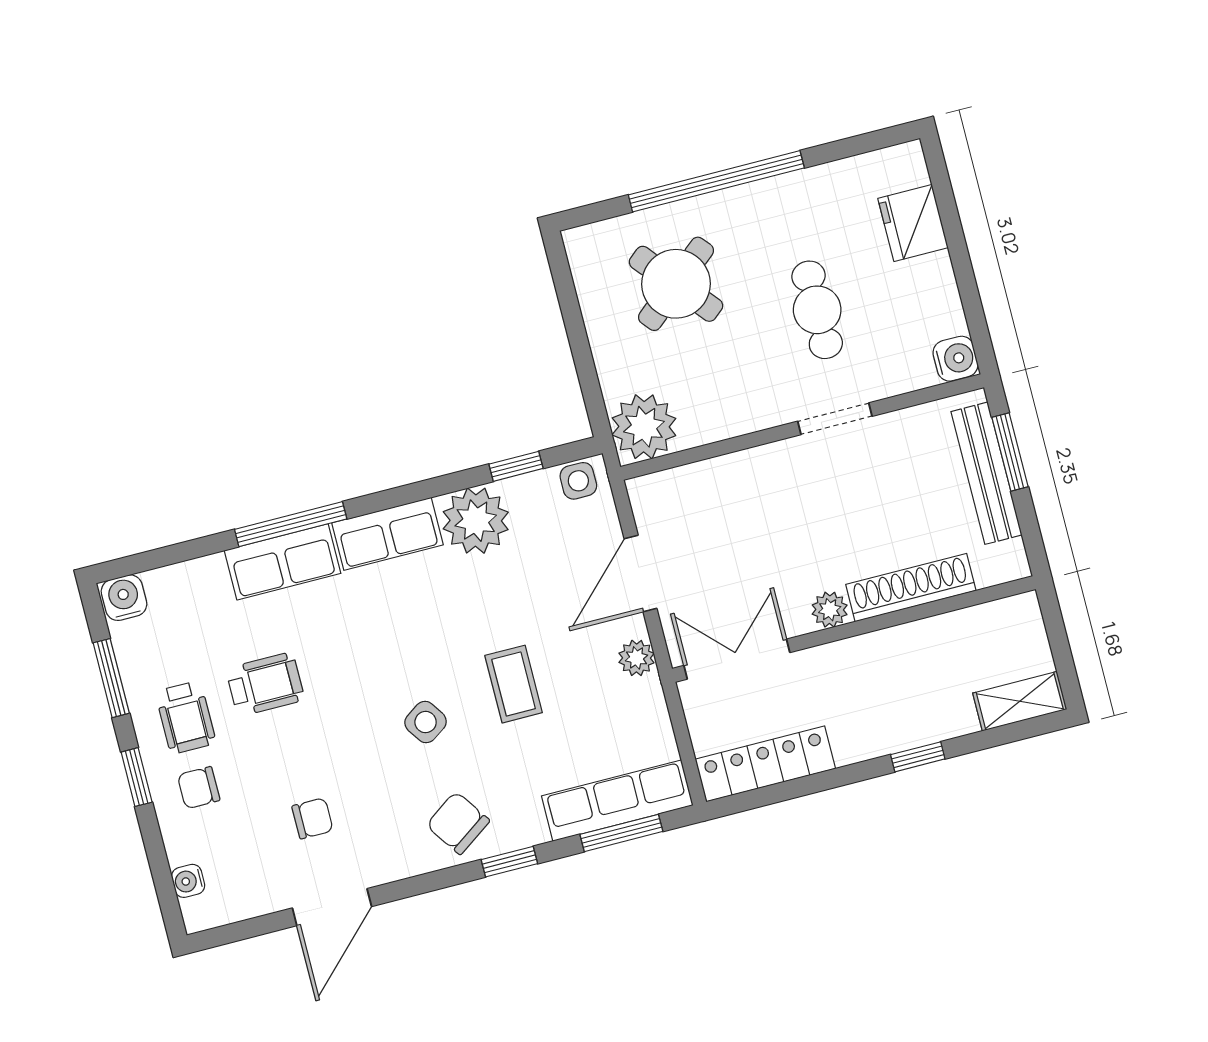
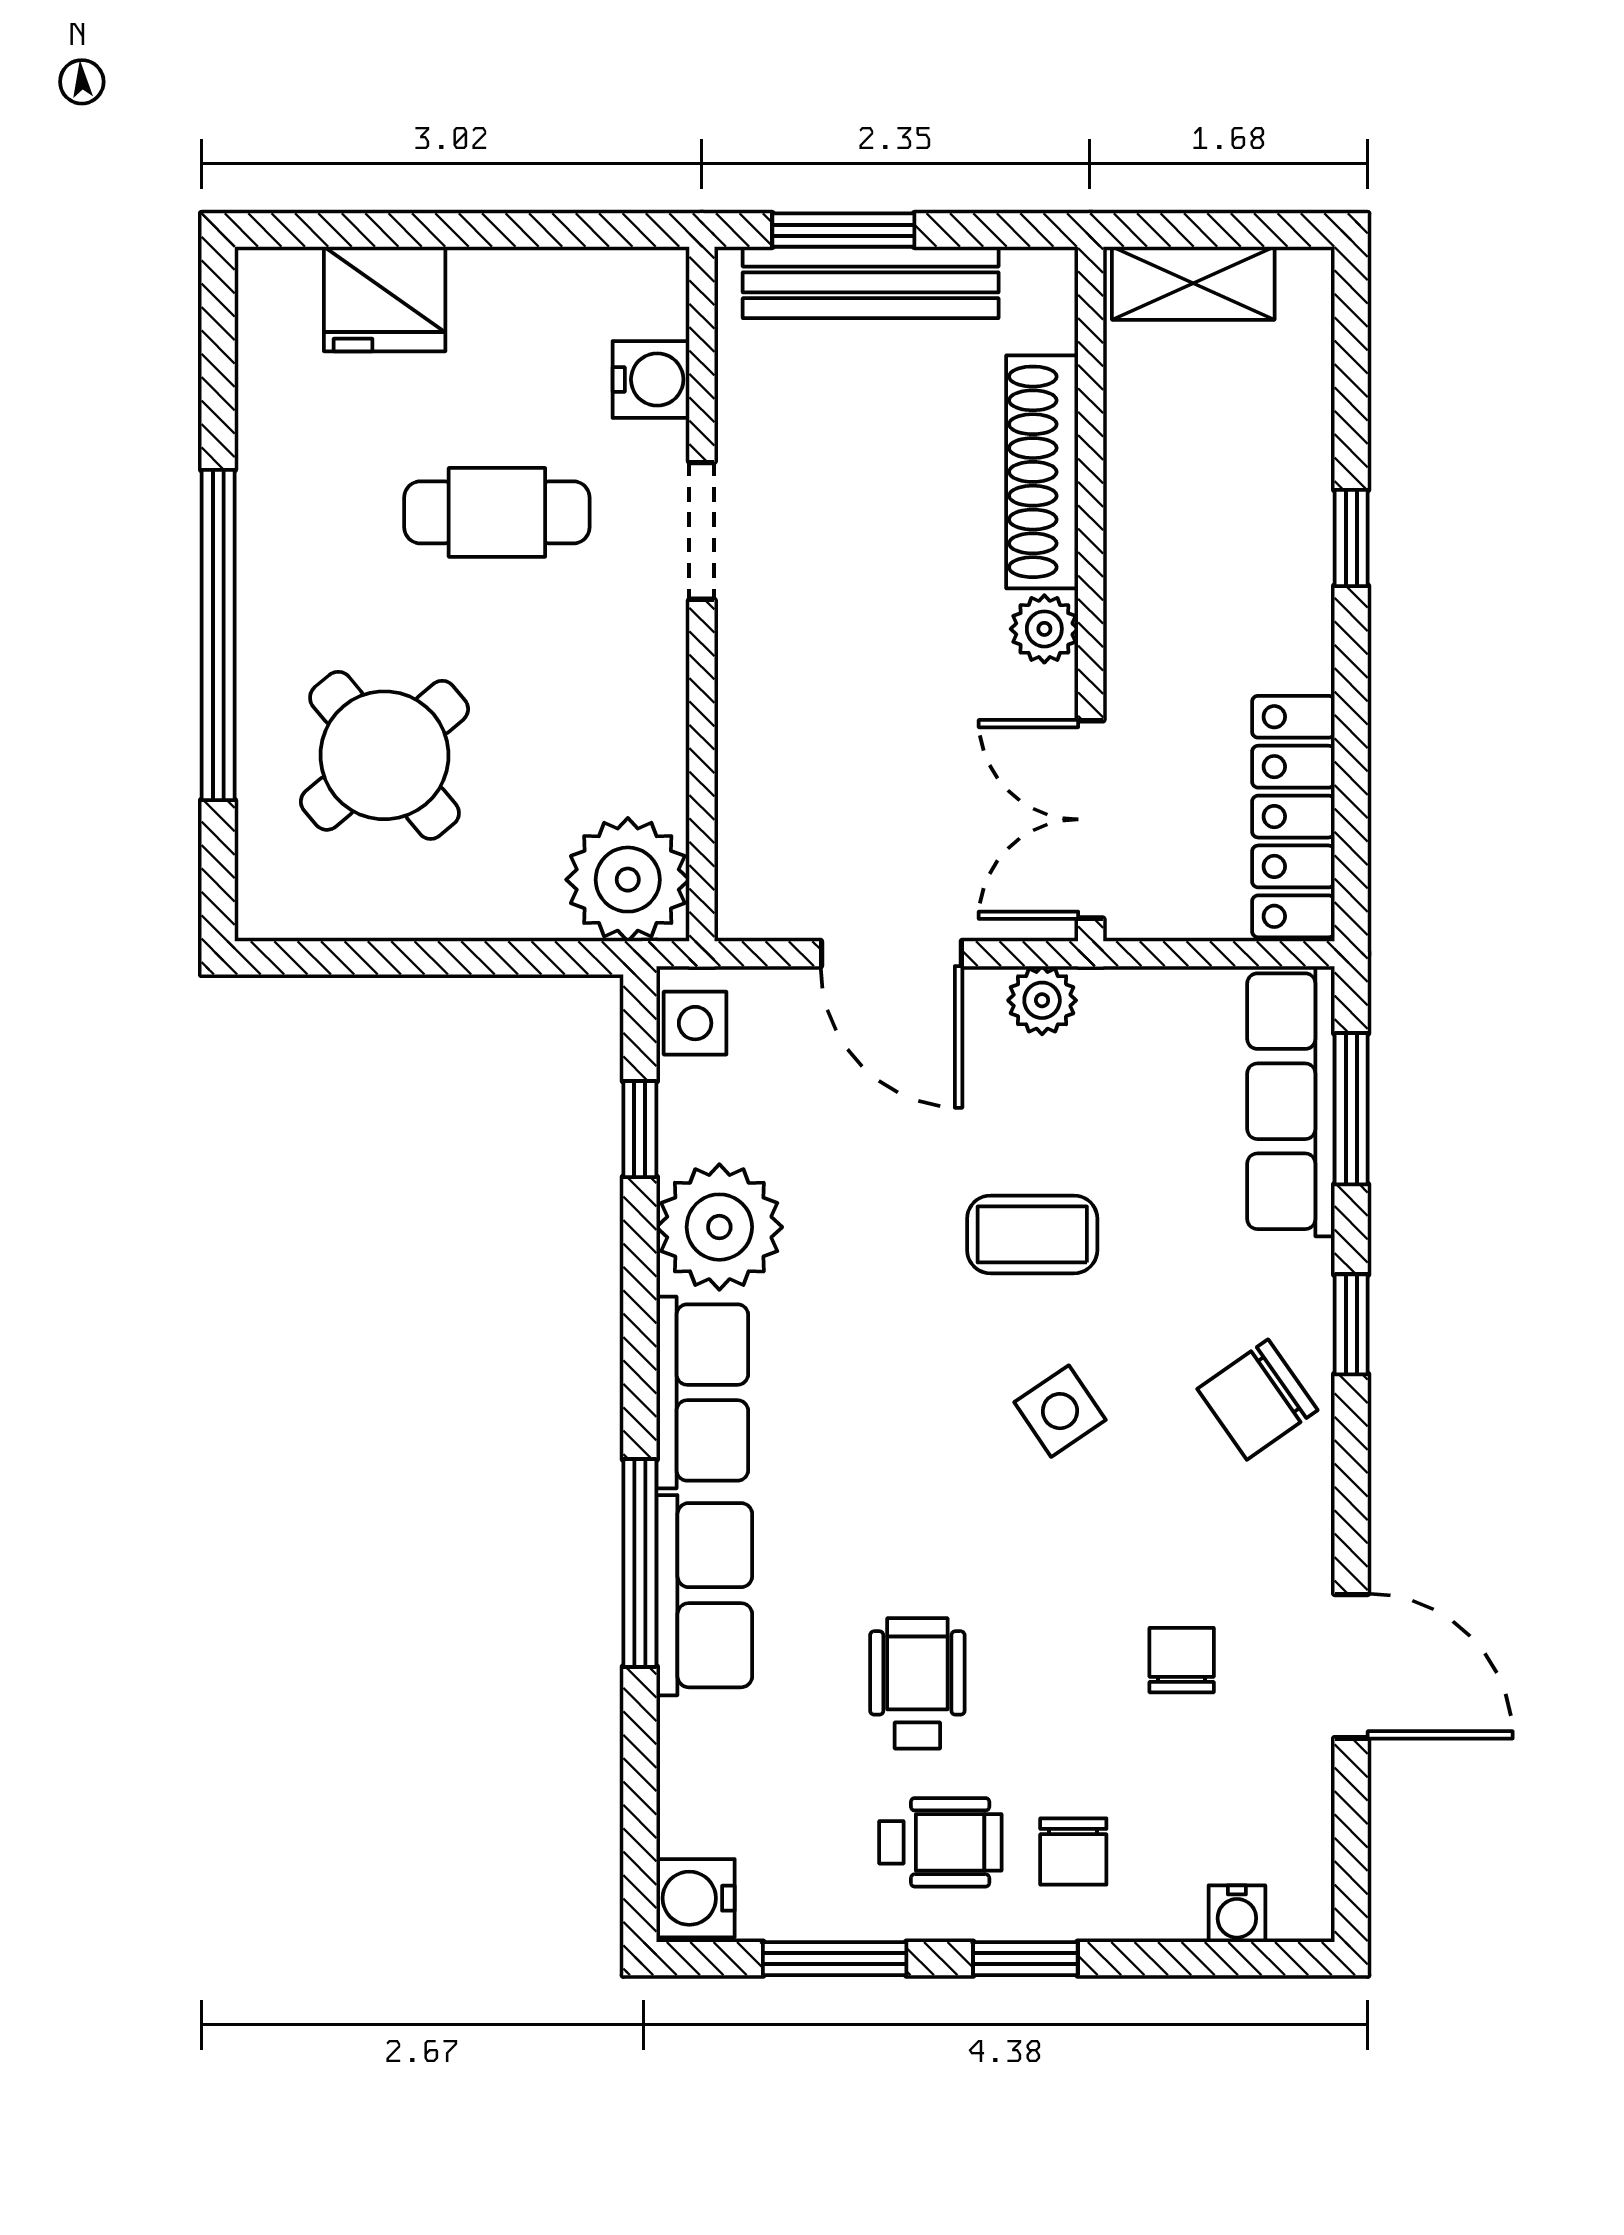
water cooler: (956, 359) -> (651, 379), moved, turned 90
shelving: (1020, 701) -> (1193, 283), moved, turned 90

